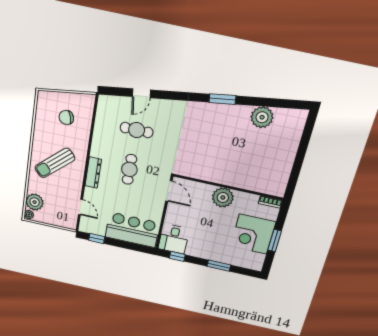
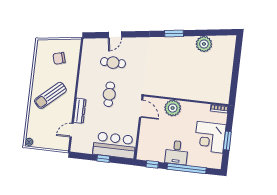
dresser: (93, 173) -> (80, 111), moved
plant: (223, 198) -> (173, 108), moved
plant: (35, 202) -> (34, 130), removed
door: (81, 207) -> (72, 130), swing flipped
window: (97, 238) -> (103, 159), moved
desk: (174, 239) -> (177, 152), moved
window: (219, 266) -> (187, 168), width x2.11

